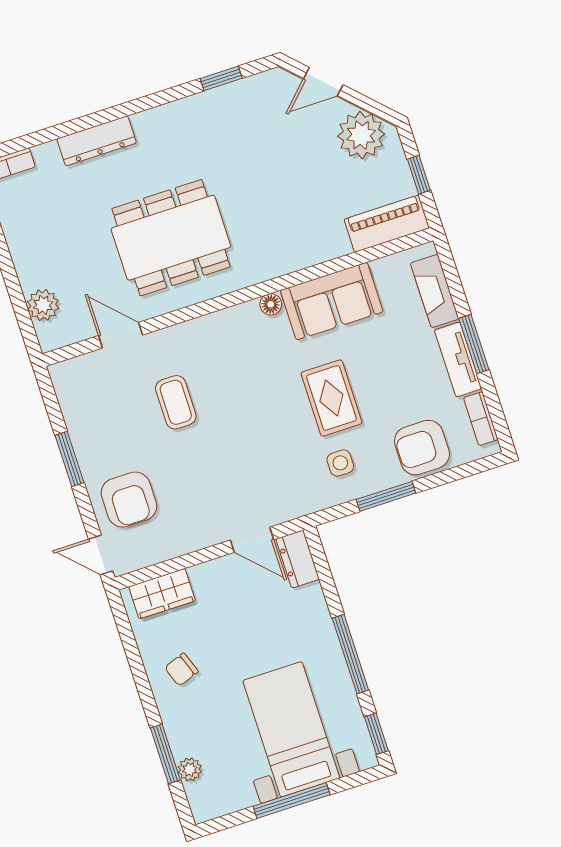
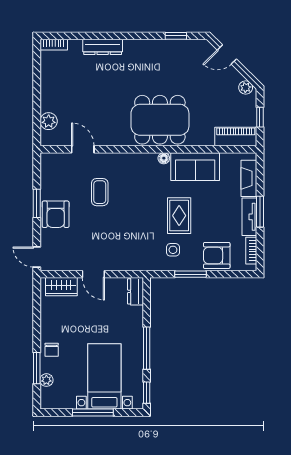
plant: (361, 135) -> (246, 88), width x0.53, depth x0.53
dining table: (171, 238) -> (160, 120), moved
armchair: (129, 499) -> (56, 214), moved
door: (252, 540) -> (93, 274), moved
chair: (181, 669) -> (52, 350), moved, turned -70

